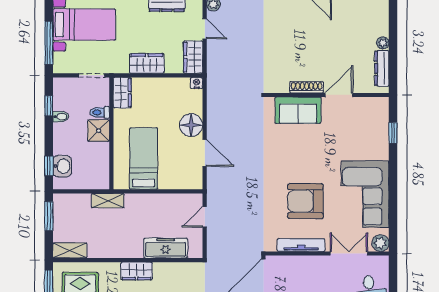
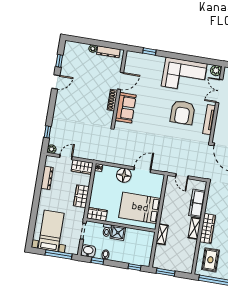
door: (339, 95) -> (120, 81), swing flipped
bed: (143, 159) -> (140, 208), width x1.50
washbasin: (62, 166) -> (88, 251), moved
shelving: (70, 250) -> (195, 228), moved
wardrobe: (137, 271) -> (208, 228), width x1.50

